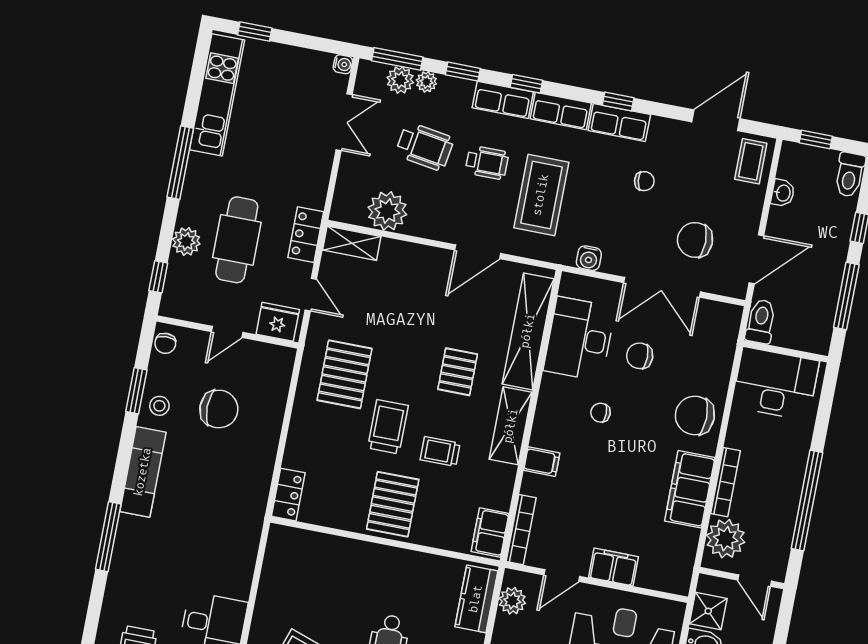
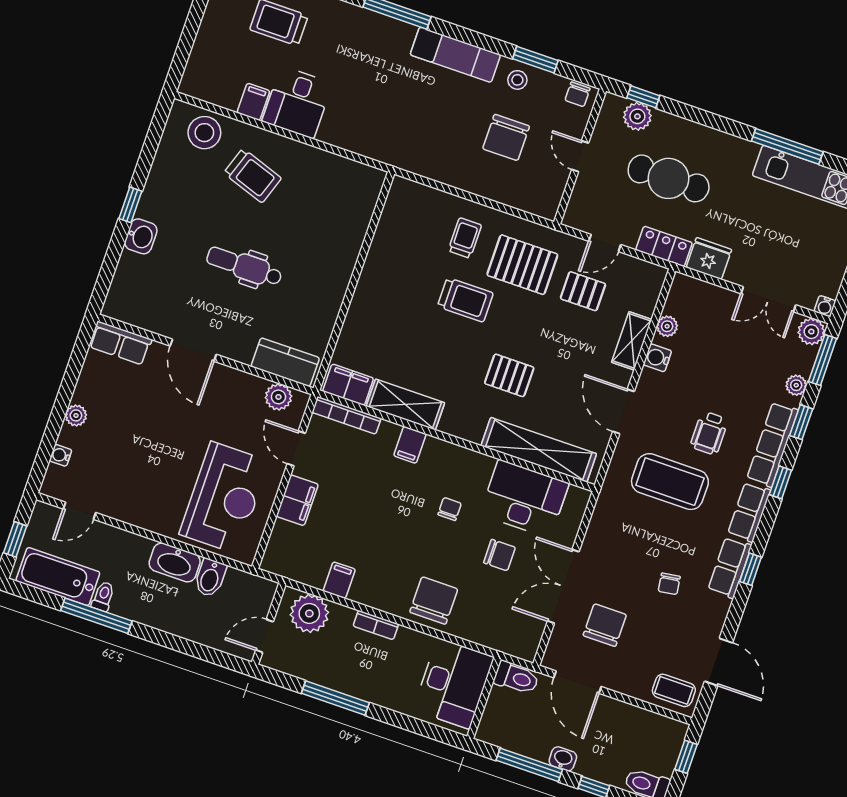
plant: (400, 80) -> (811, 332), moved
row of seats: (503, 100) -> (772, 444), width x1.48
wheelchair: (425, 147) -> (733, 374), removed
window: (180, 163) -> (787, 146), moved
washbasin: (783, 193) -> (563, 759), moved, turned 180
plant: (387, 211) -> (667, 326), width x0.53, depth x0.53
plant: (186, 241) -> (637, 116), moved
shelving: (352, 243) -> (632, 341), moved
water cooler: (589, 258) -> (657, 358), moved
fridge: (278, 322) -> (709, 259), moved, turned -90
chair: (165, 343) -> (578, 94), turned -90
chair: (640, 356) -> (499, 555), turned 90
shelving: (511, 426) -> (405, 405), moved
trolley: (440, 451) -> (465, 238), moved
bookcase: (725, 482) -> (376, 625), width x0.64
filing cabinet: (690, 489) -> (339, 580), width x0.33, depth x0.86
locker: (288, 495) -> (413, 193), removed
window: (807, 500) -> (335, 698), width x0.68
pallet: (393, 504) -> (583, 291), moved, width x0.67, depth x0.71
shower: (708, 611) -> (241, 586), removed

